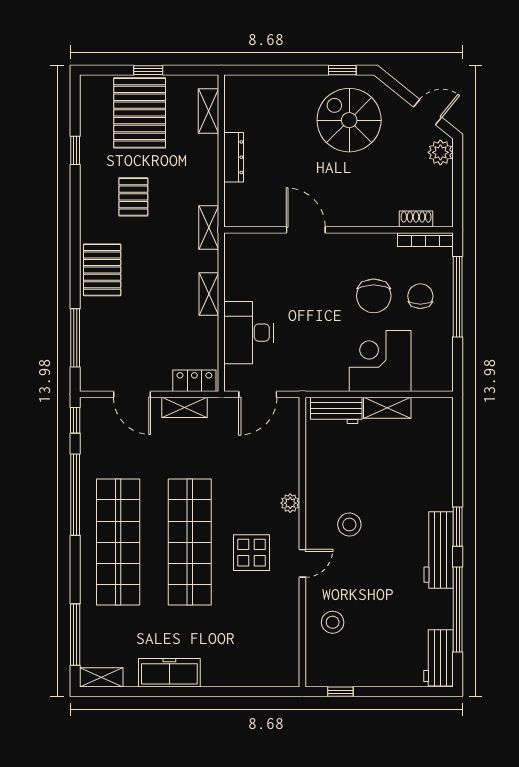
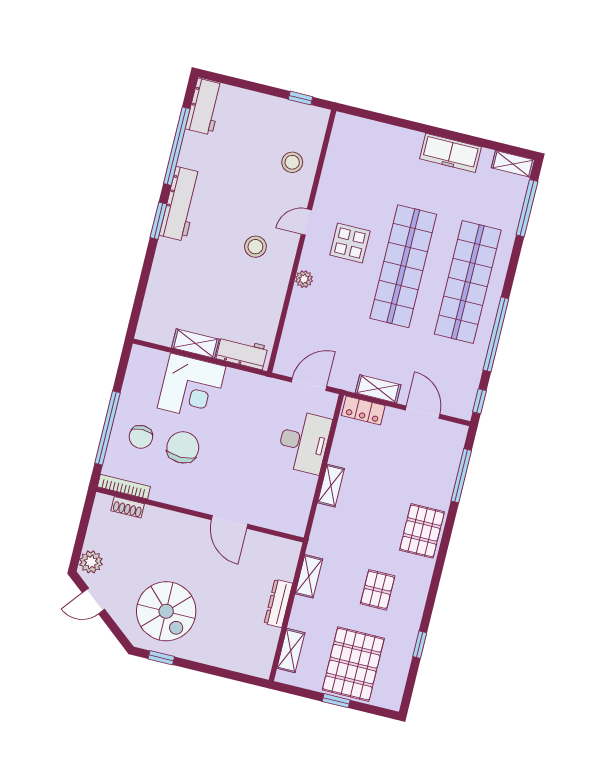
shelving: (209, 227) -> (309, 576), moved

